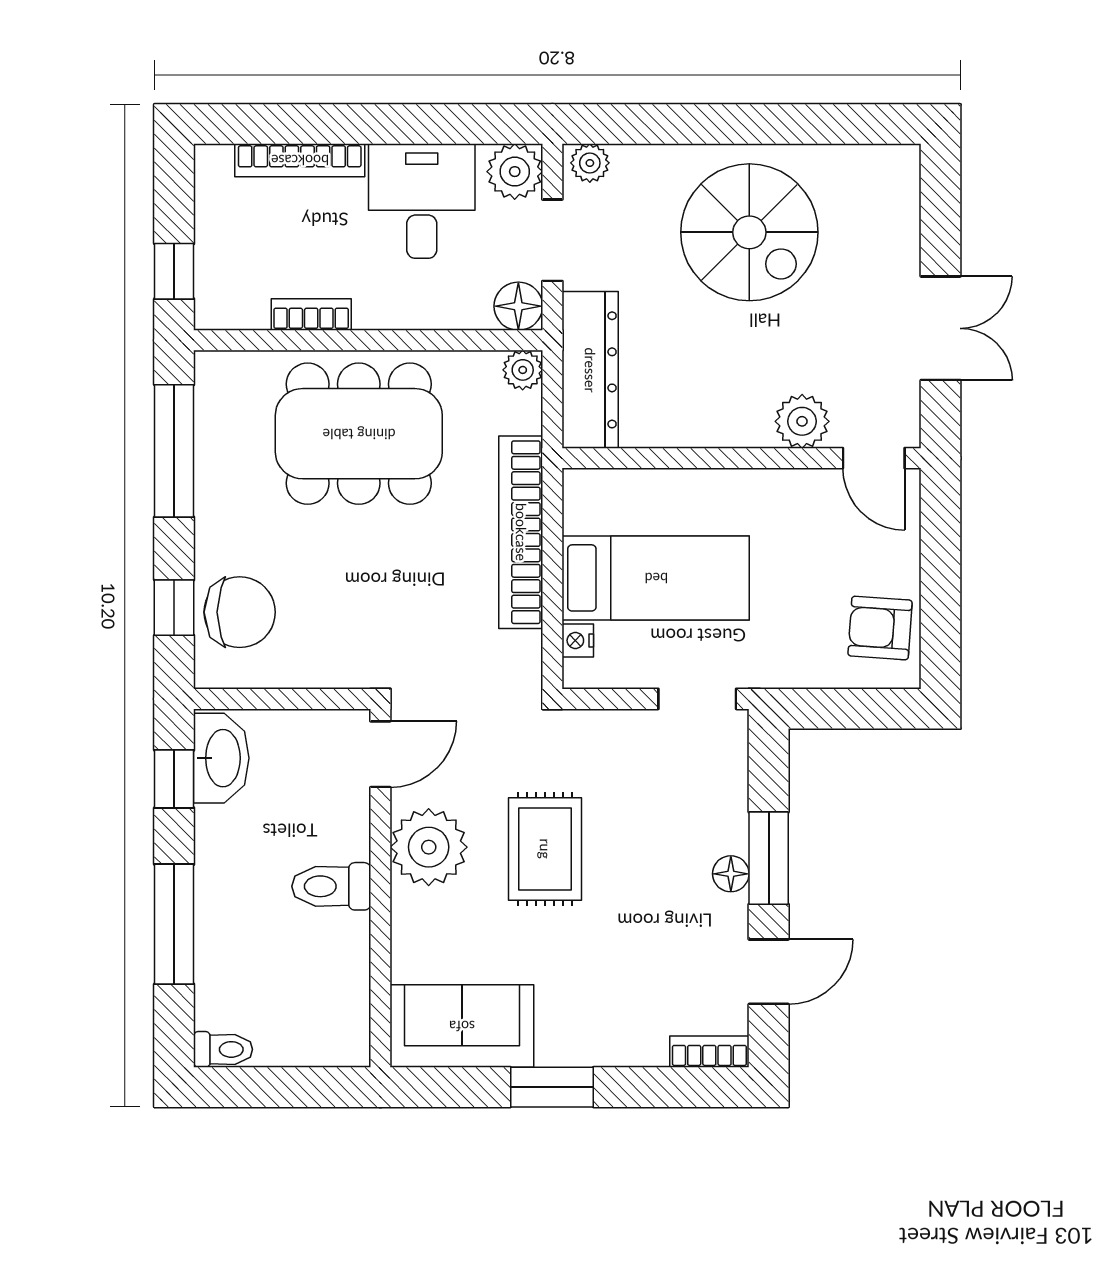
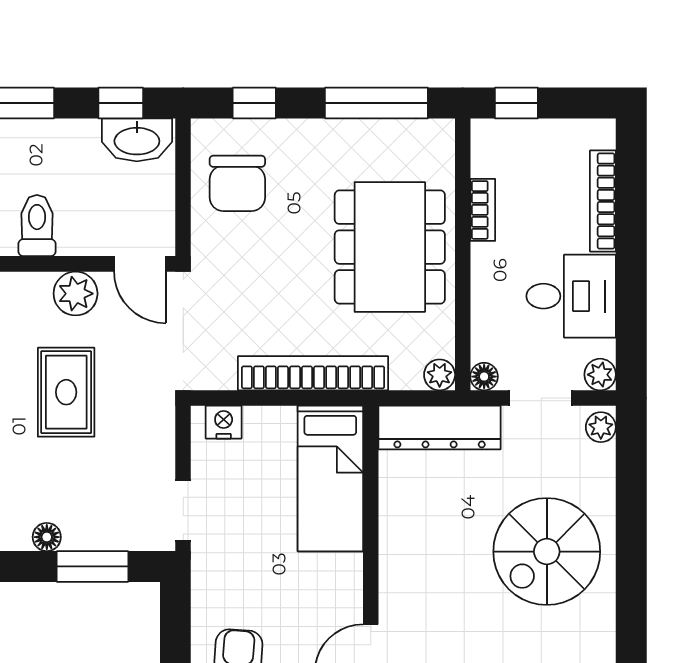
plant: (515, 172) -> (600, 375), width x0.73, depth x0.73
floor lamp: (518, 306) -> (484, 377), width x0.73, depth x0.73
plant: (802, 421) -> (399, 593), removed
bed: (656, 578) -> (330, 478), moved
chair: (240, 612) -> (237, 183), moved
nightstand: (578, 640) -> (224, 422), width x1.39, depth x1.35
plant: (429, 847) -> (76, 294), width x0.73, depth x0.73
rug: (545, 849) -> (66, 392), turned 90
window: (769, 858) -> (92, 566), moved

